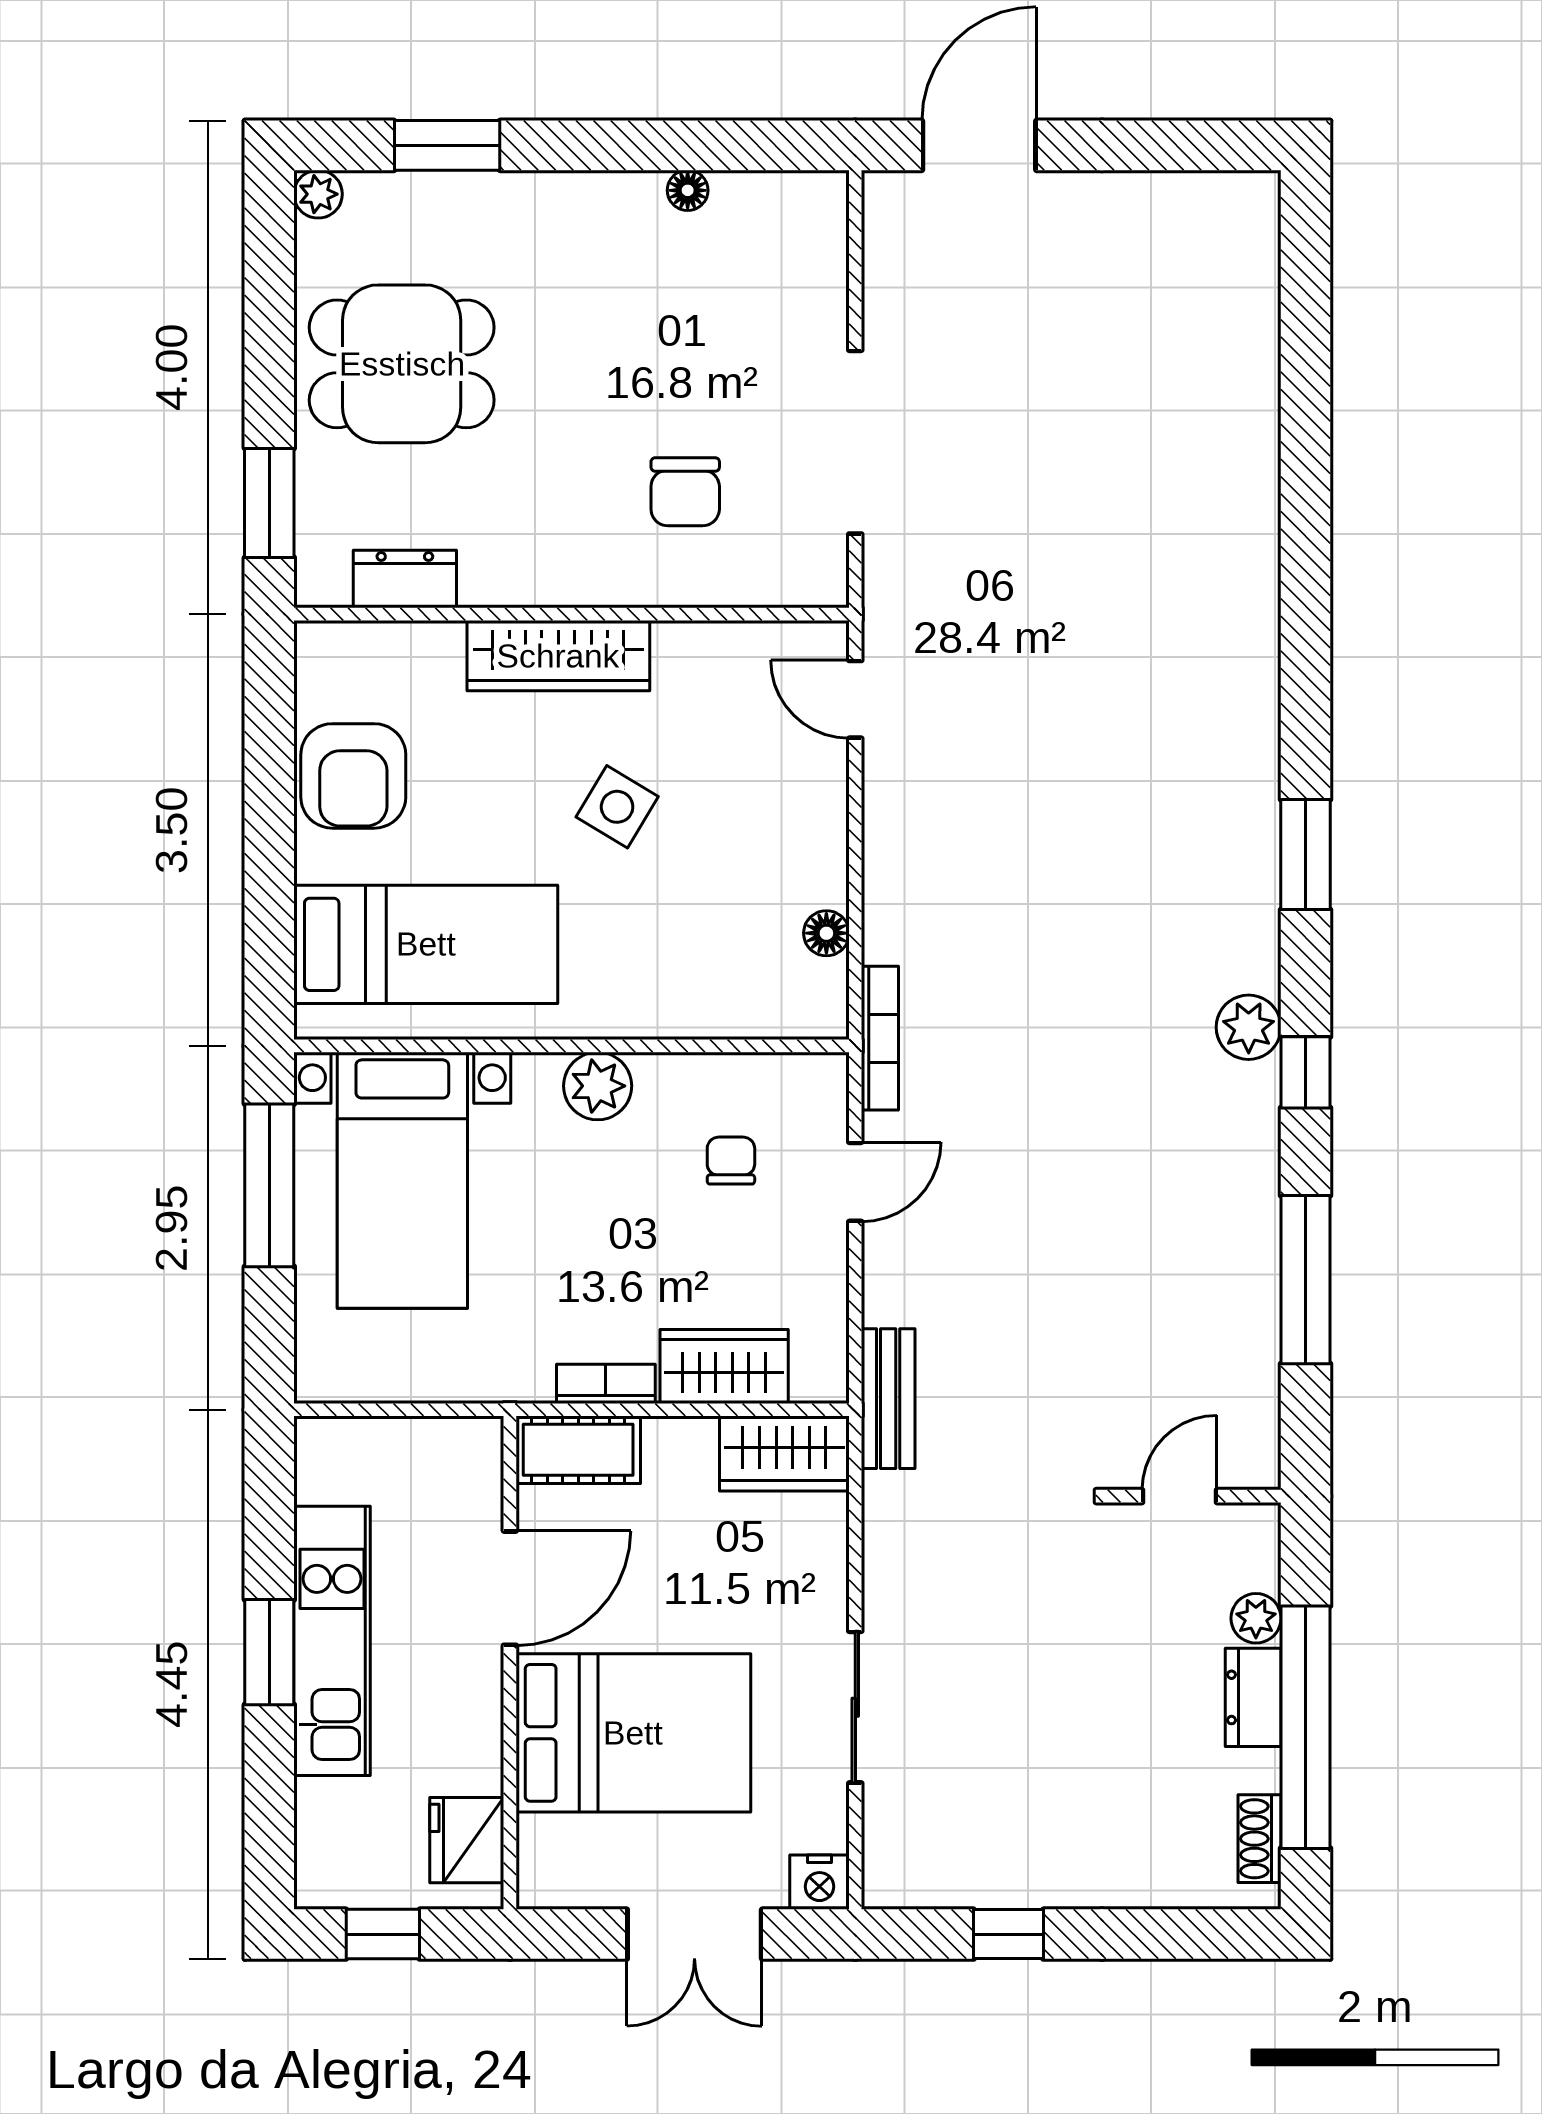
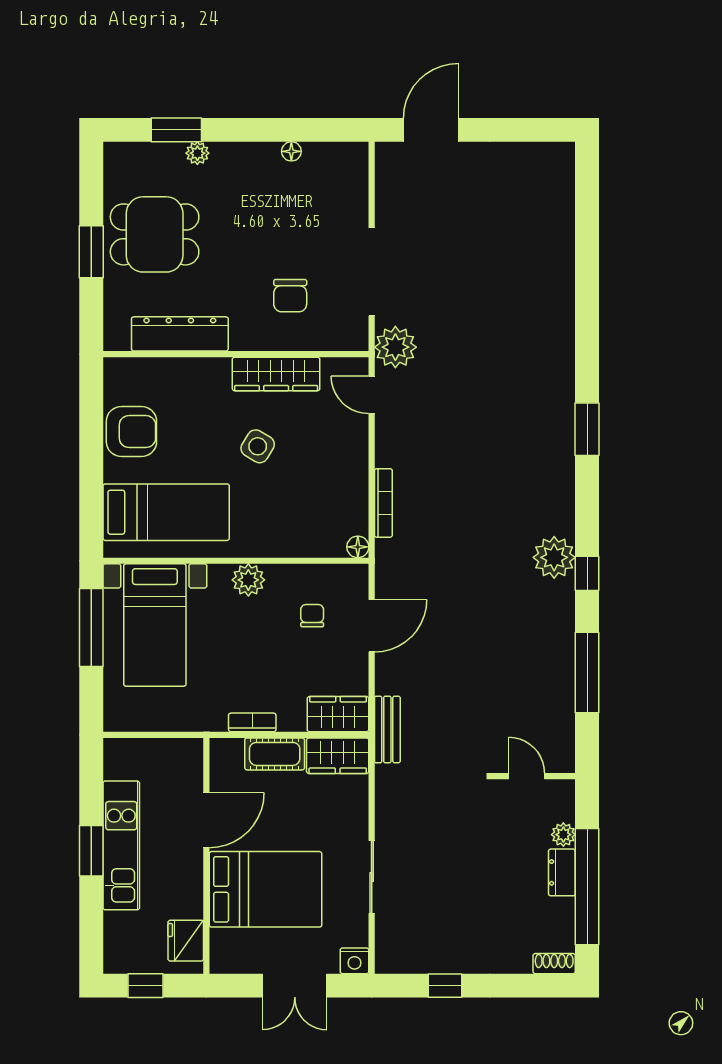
plant: (318, 194) -> (197, 153), moved
window: (269, 503) -> (91, 252), moved
dresser: (405, 579) -> (180, 334), width x1.96, depth x1.24
plant: (905, 599) -> (395, 347), added
wardrobe: (558, 656) -> (276, 374), moved
armchair: (353, 776) -> (131, 432), turned -90
window: (1306, 855) -> (587, 429), moved
floor lamp: (826, 933) -> (358, 547), moved
plant: (1249, 1027) -> (554, 557), width x1.36, depth x1.36
bookcase: (880, 1038) -> (383, 503), moved
door: (855, 1182) -> (372, 626), width x1.38
wardrobe: (724, 1366) -> (338, 714), moved
cot: (578, 1450) -> (275, 754), moved
door: (1179, 1496) -> (527, 776), hinge flipped
shoe rack: (1259, 1839) -> (554, 964), moved, turned 90

